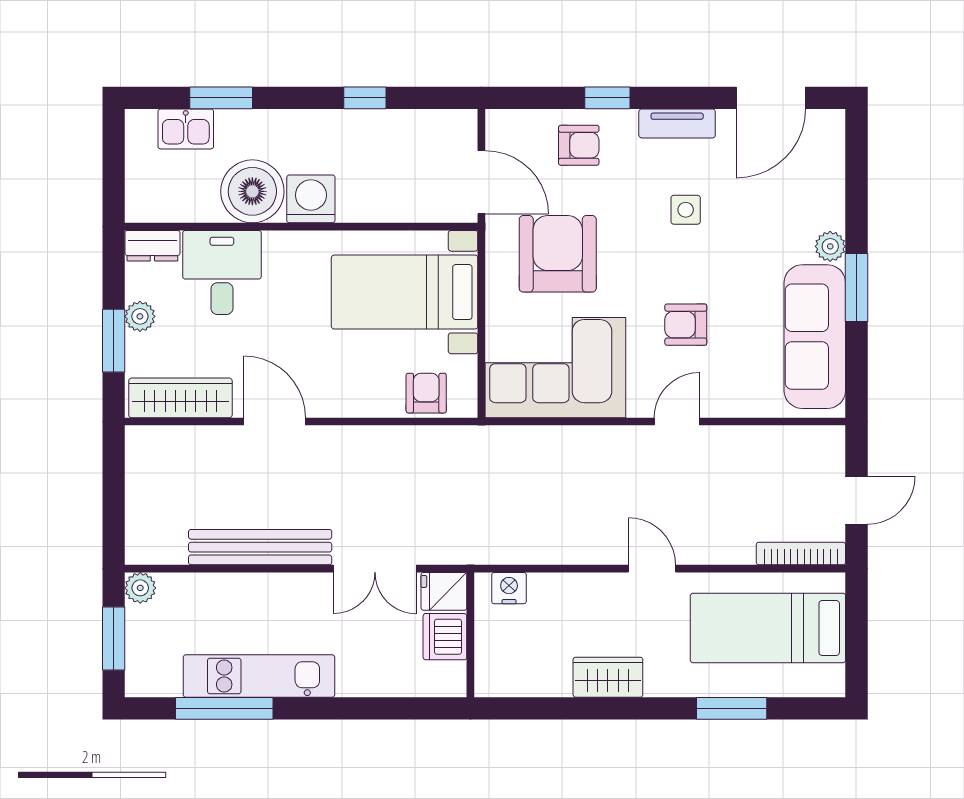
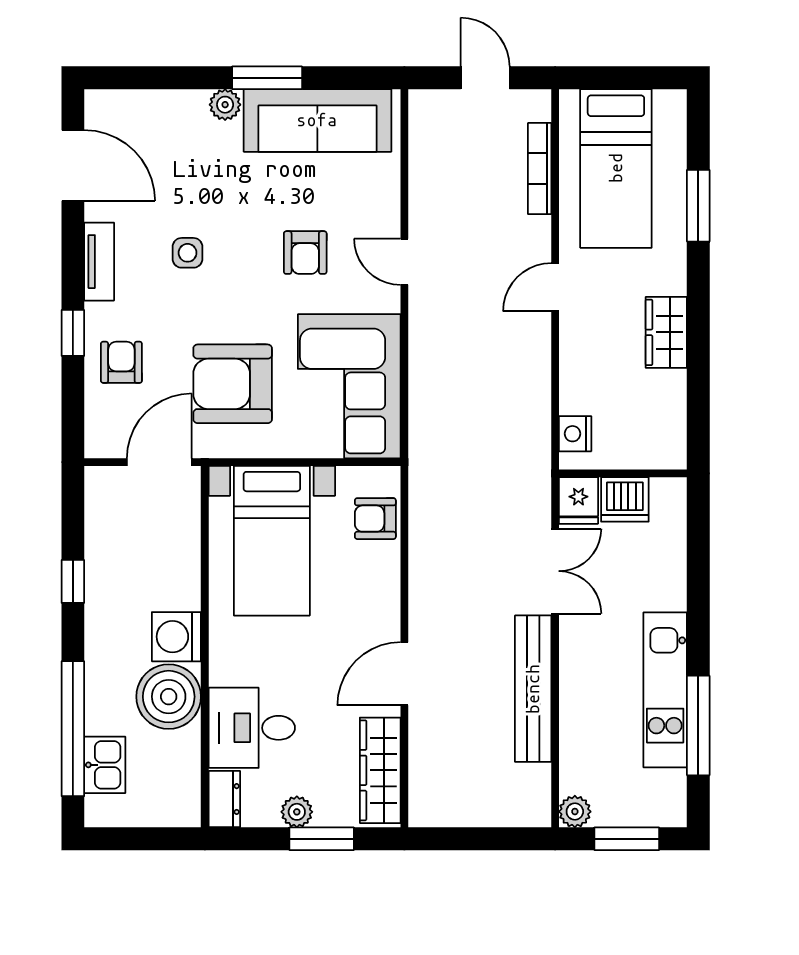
window: (221, 98) -> (73, 729), width x2.11
bookcase: (801, 553) -> (540, 169), moved

